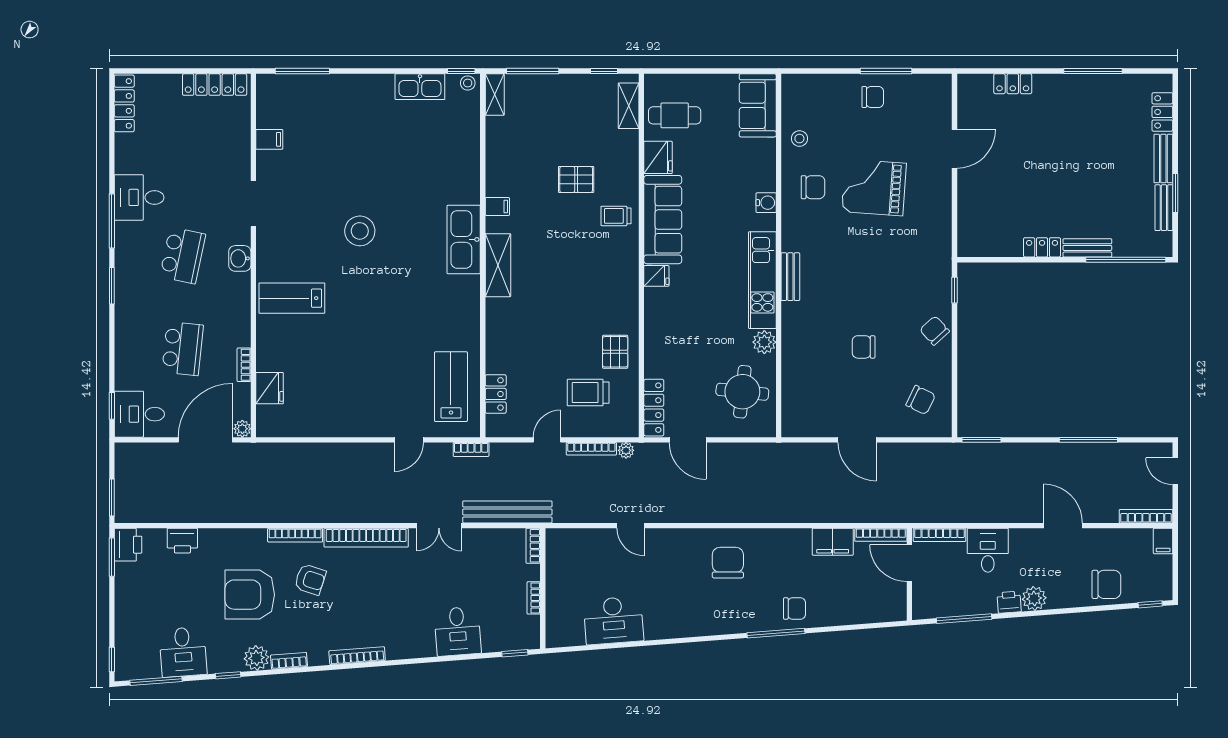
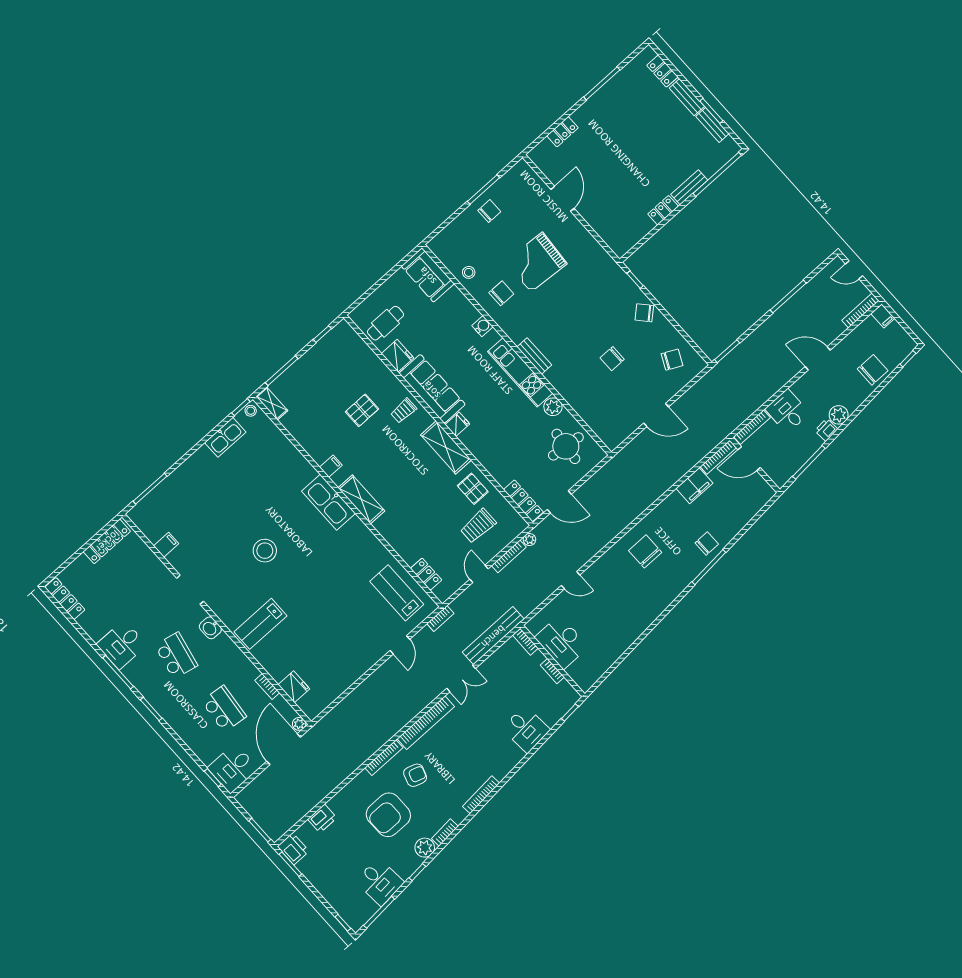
shelving: (629, 106) -> (446, 447), moved, width x1.50, depth x1.33
desk: (613, 620) -> (562, 642), moved, turned 94

